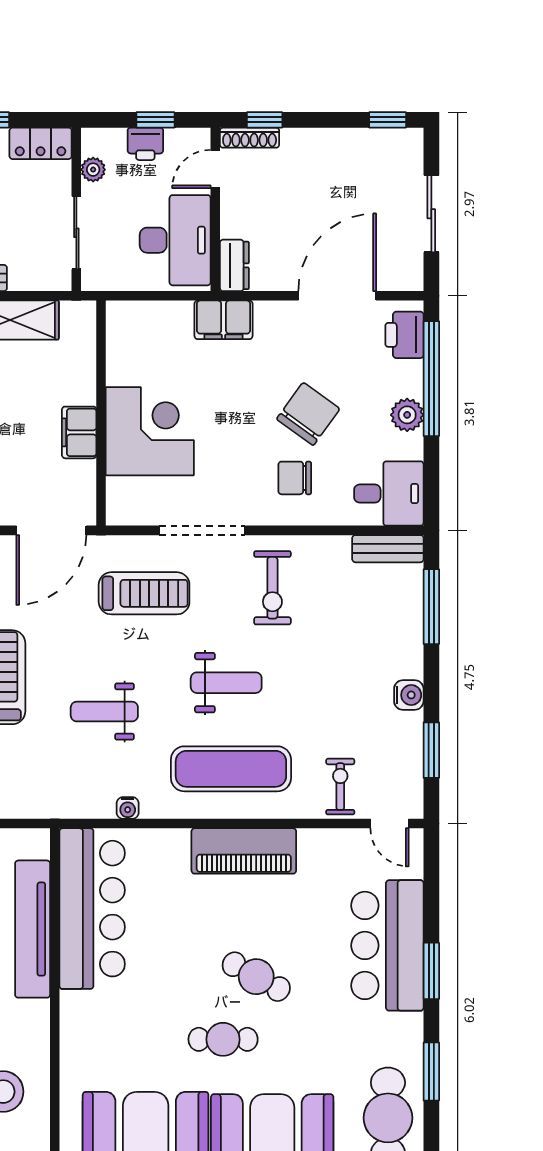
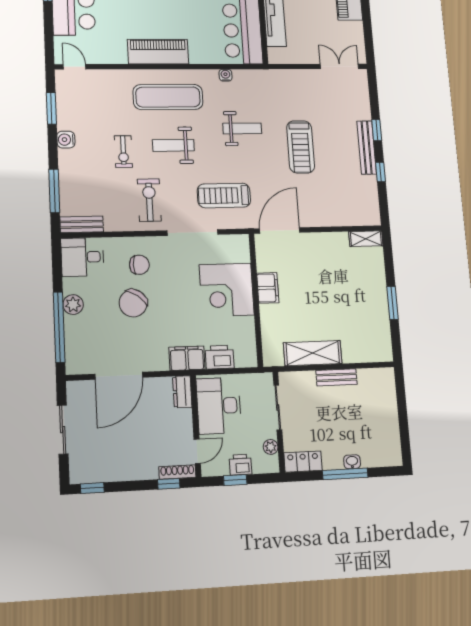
printer: (404, 335) -> (220, 357), moved, turned -90
exercise bike: (340, 787) -> (123, 151), moved

